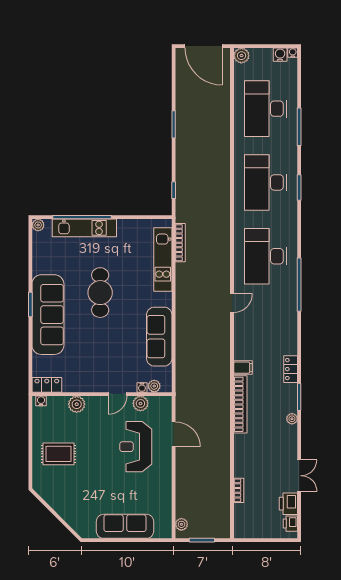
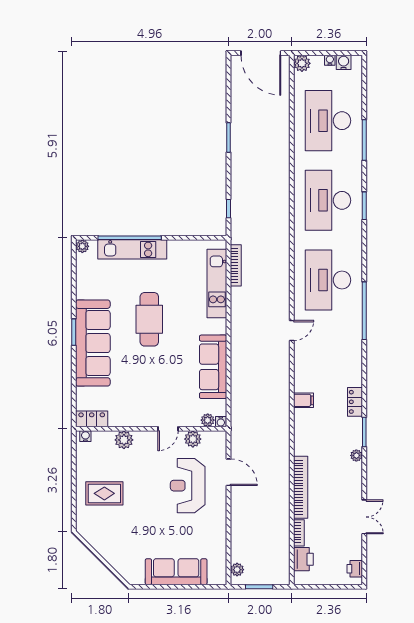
water cooler: (293, 53) -> (330, 60), moved
water cooler: (142, 387) -> (221, 422), moved
bookcase: (240, 404) -> (301, 487), moved
printer: (288, 504) -> (303, 559), moved, turned 180

